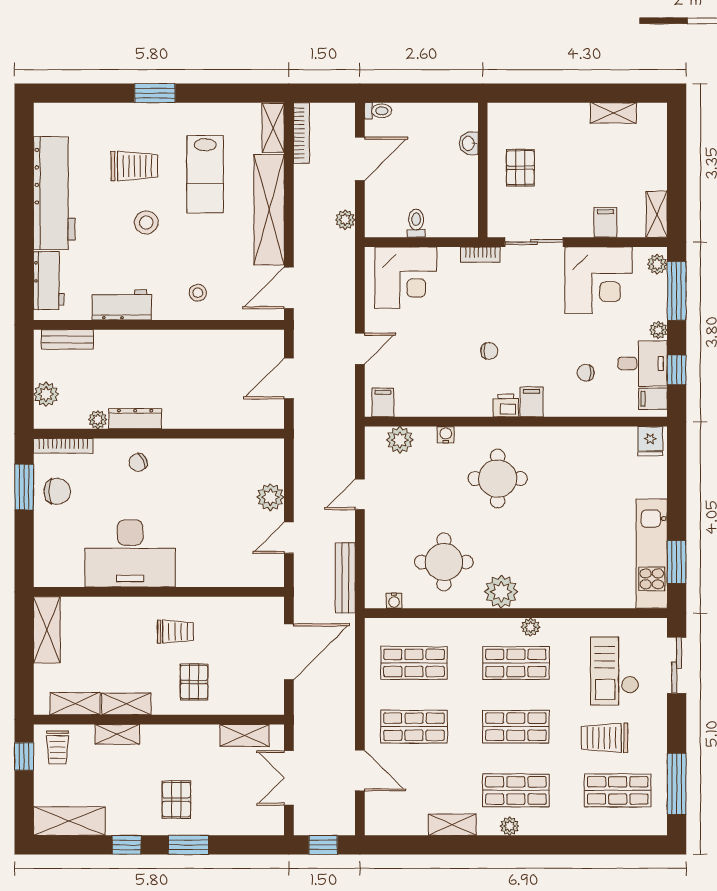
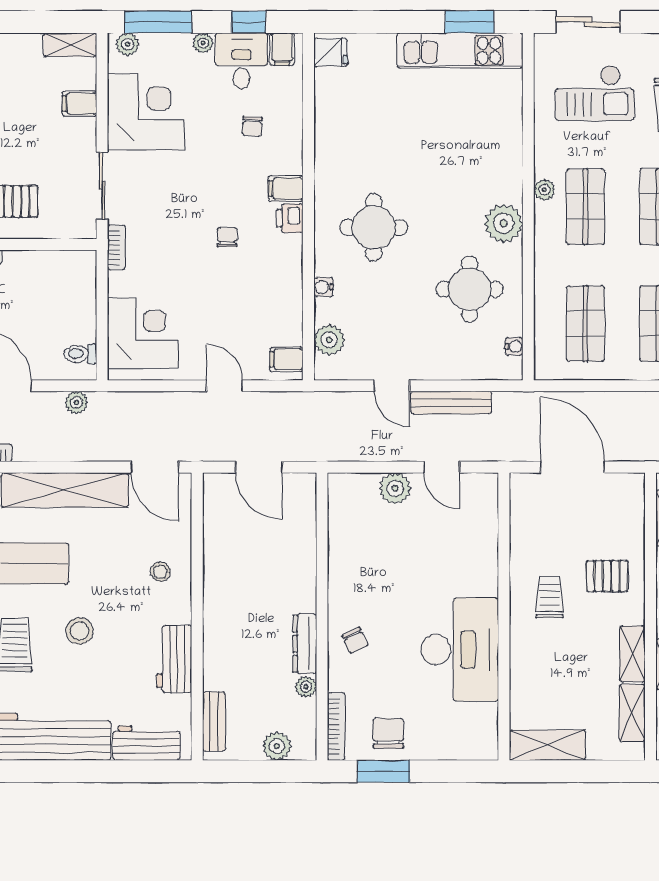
toilet: (416, 223) -> (80, 354), moved
bench: (345, 578) -> (451, 402), moved

